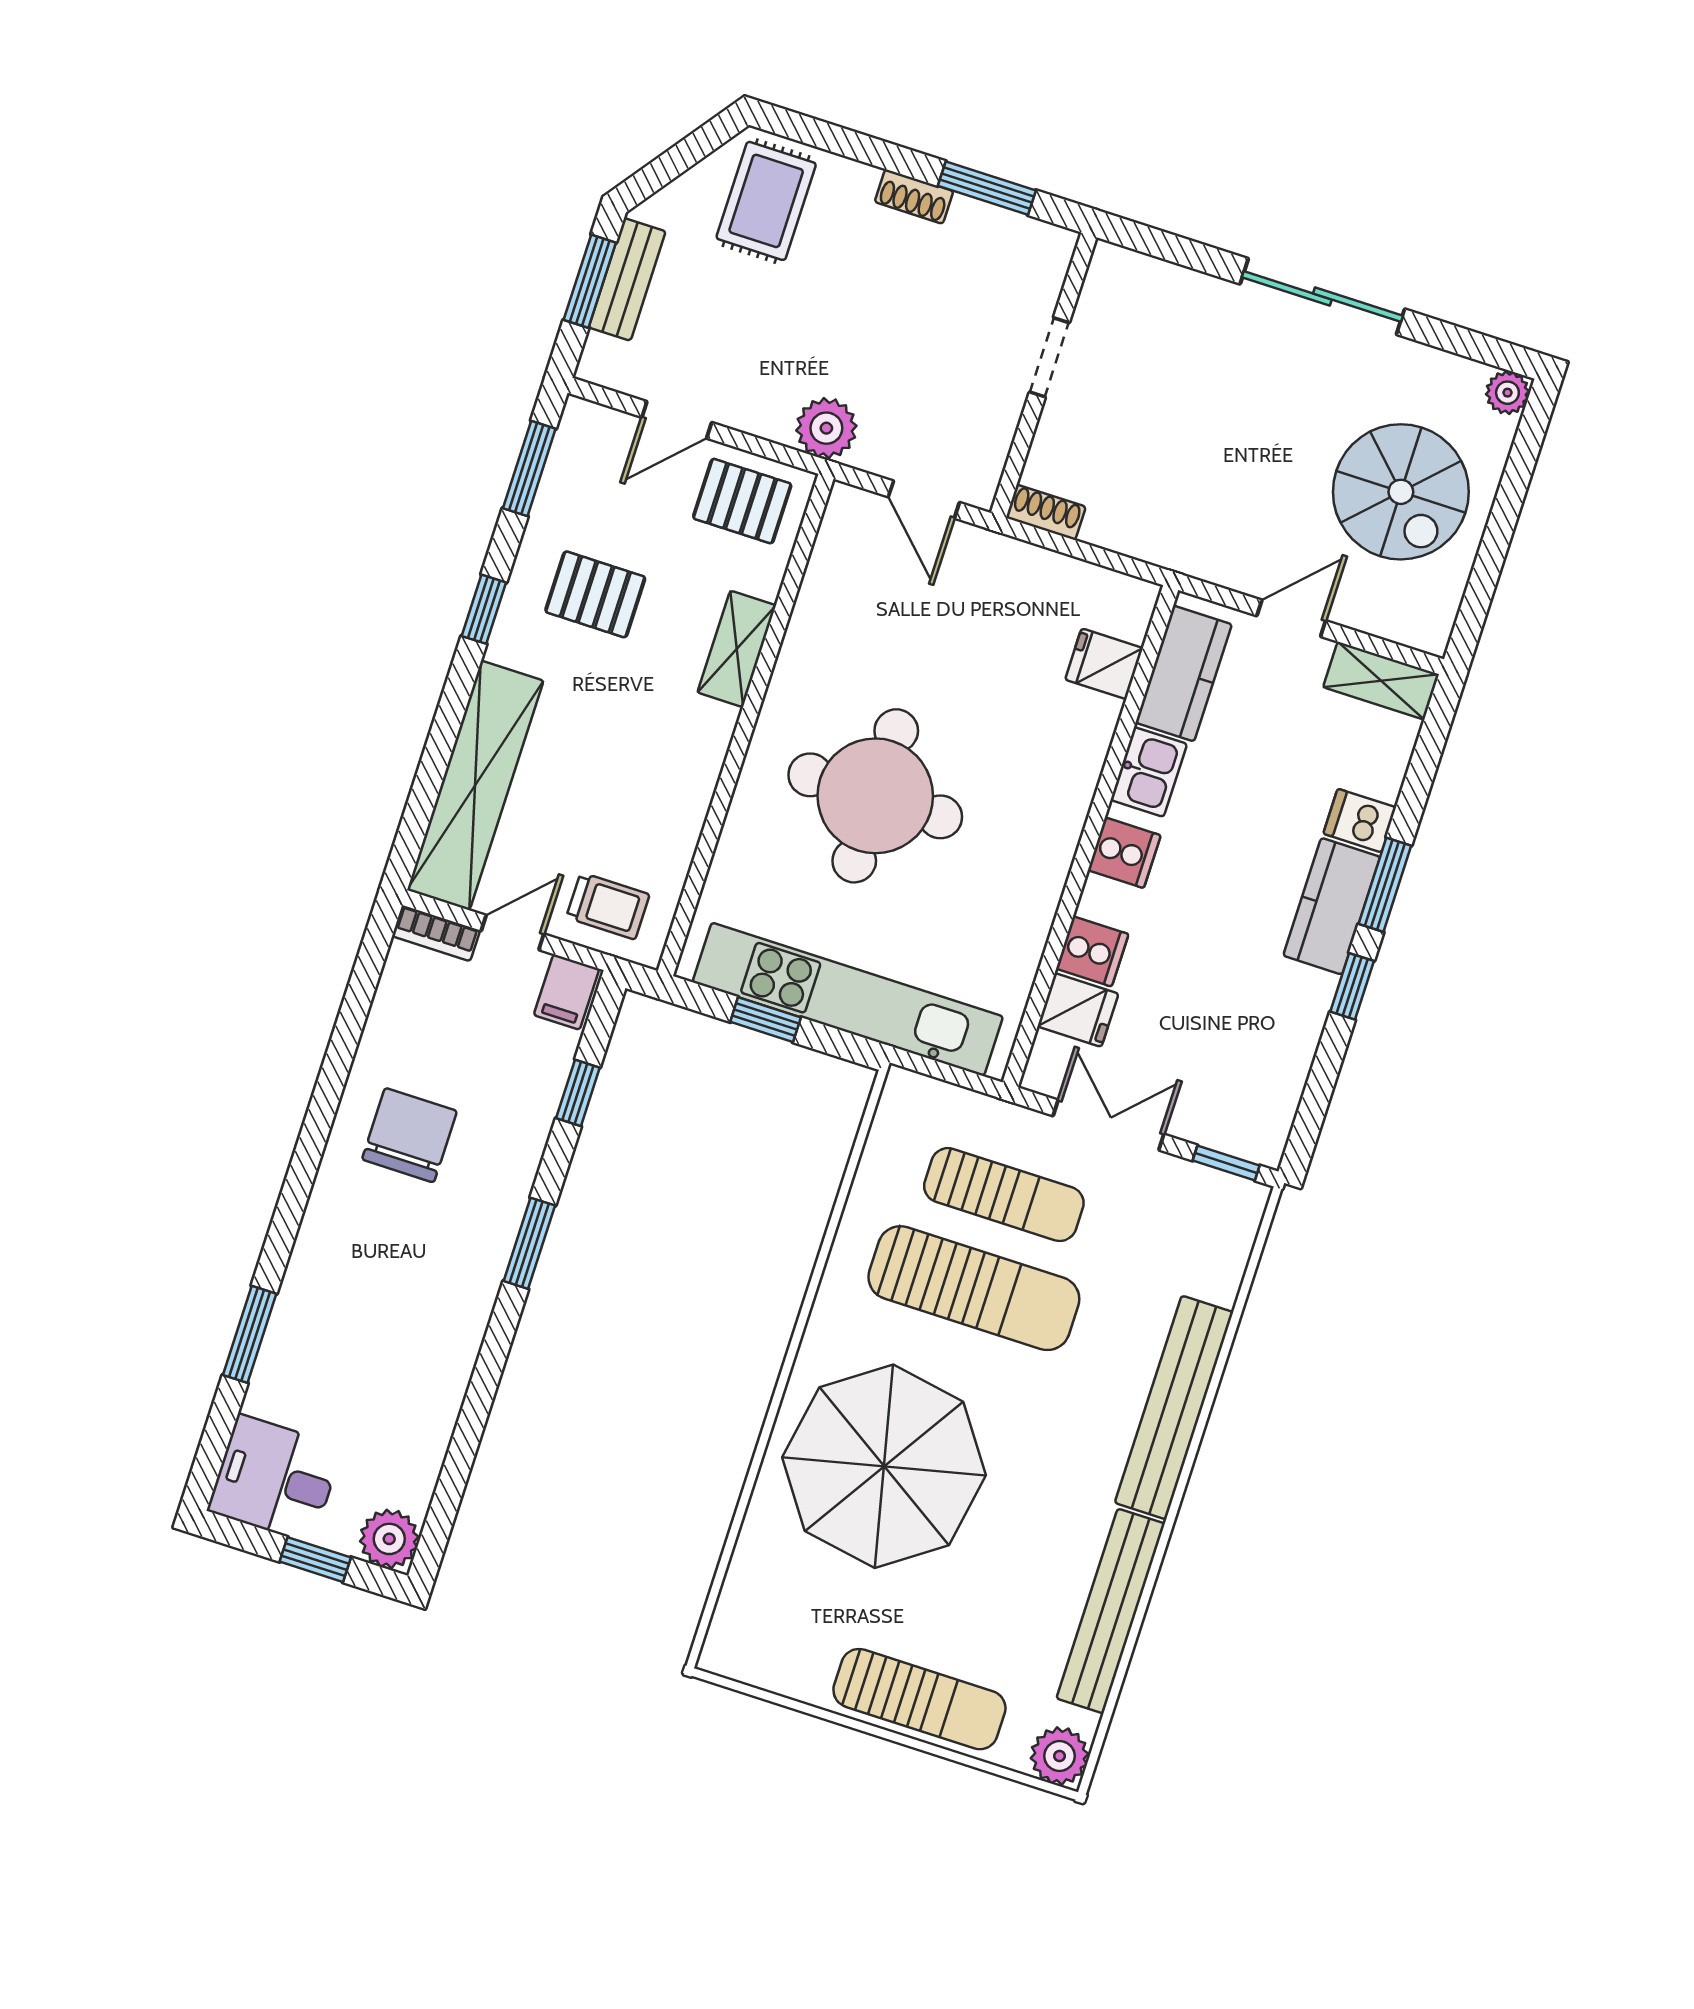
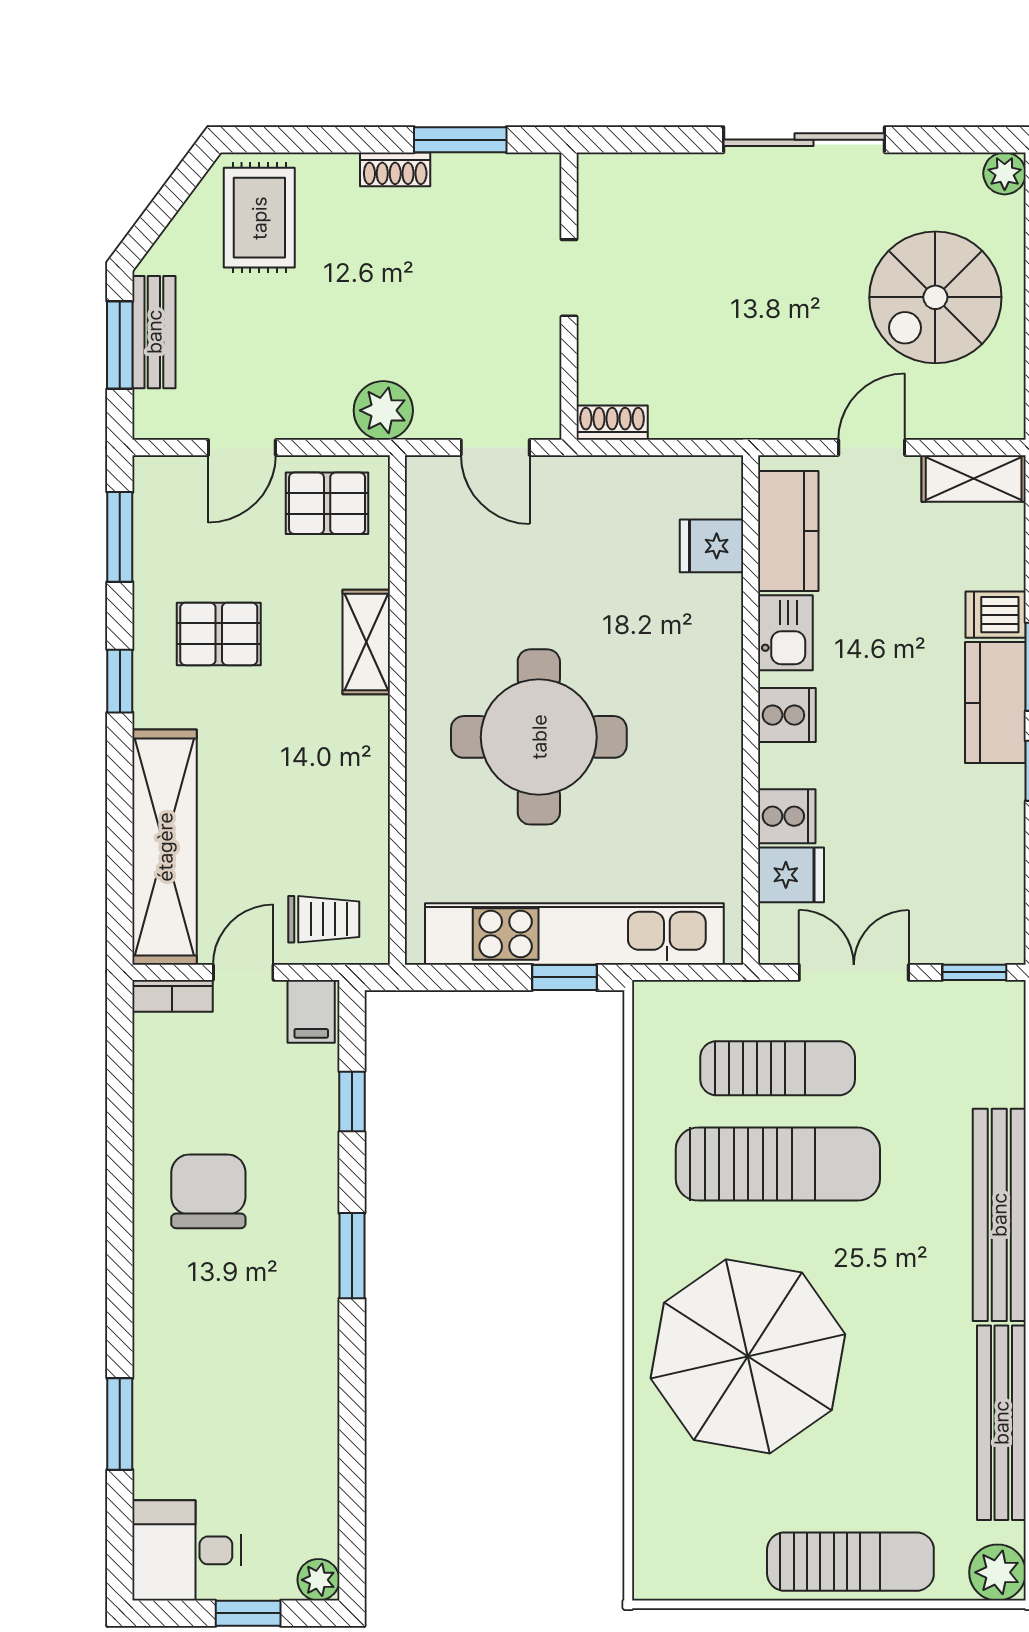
spiral stairs: (1401, 492) -> (935, 297), turned 90
window: (766, 1020) -> (564, 977), moved
plant: (389, 1539) -> (318, 1580), width x0.73, depth x0.73

